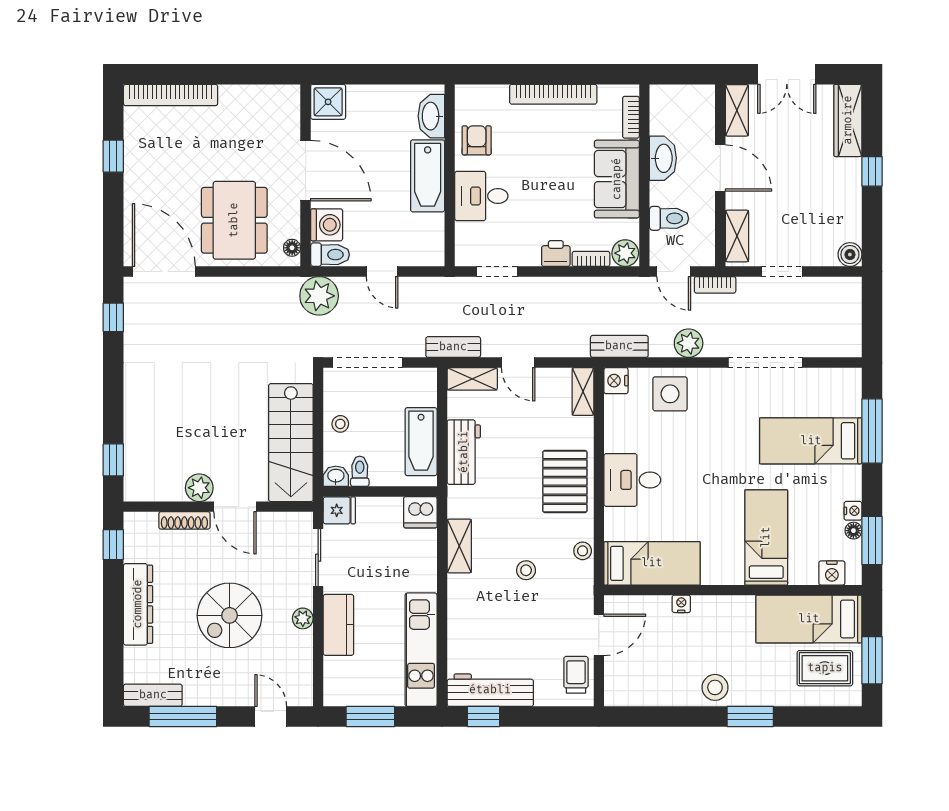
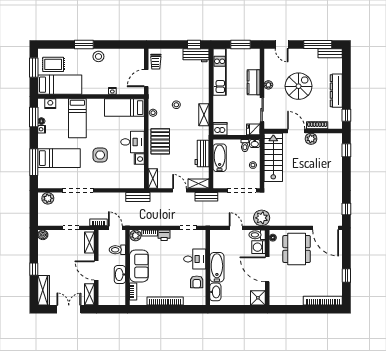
plant: (689, 343) -> (48, 198), moved
nightstand: (616, 381) -> (139, 159), moved
side table: (670, 394) -> (100, 155), moved
workbench: (490, 690) -> (196, 55), width x0.73

